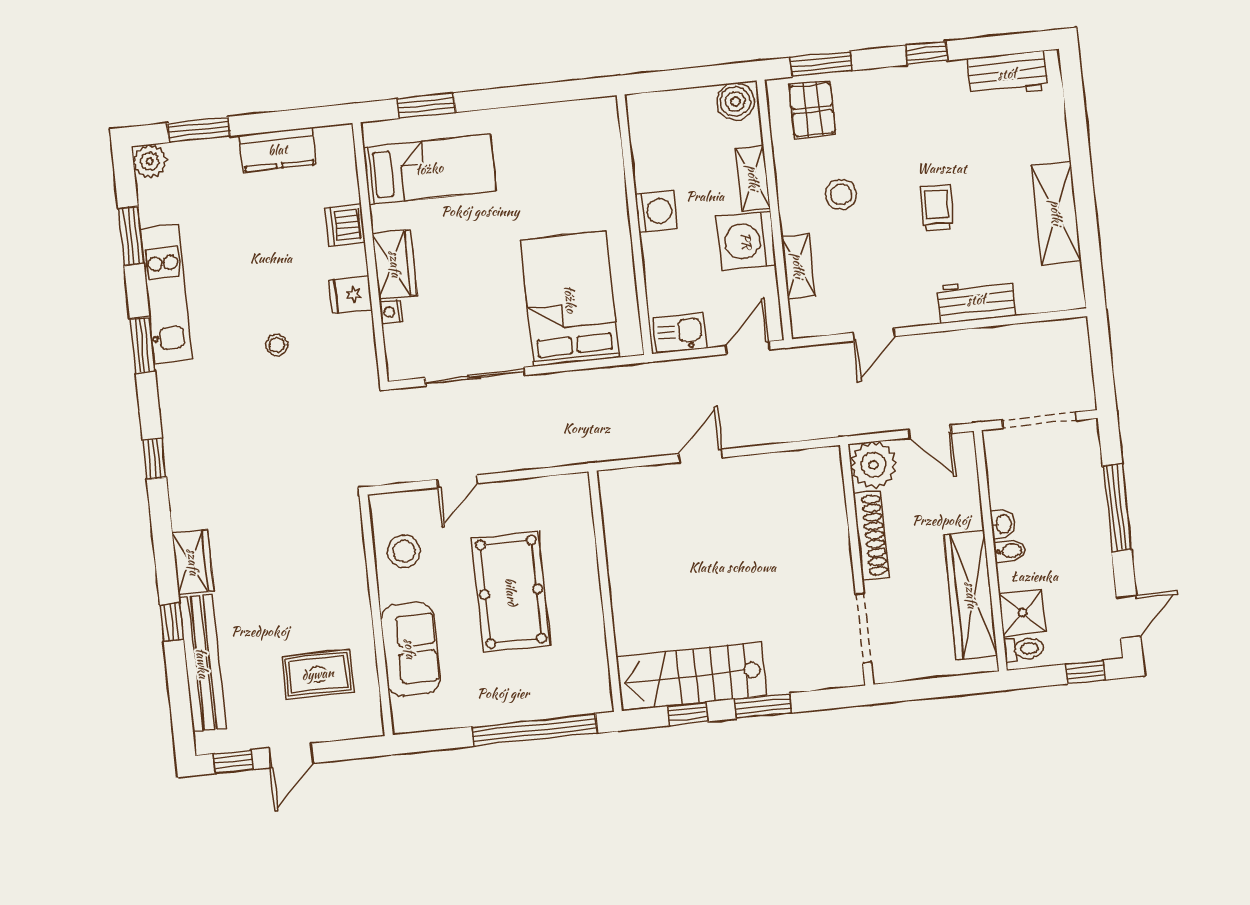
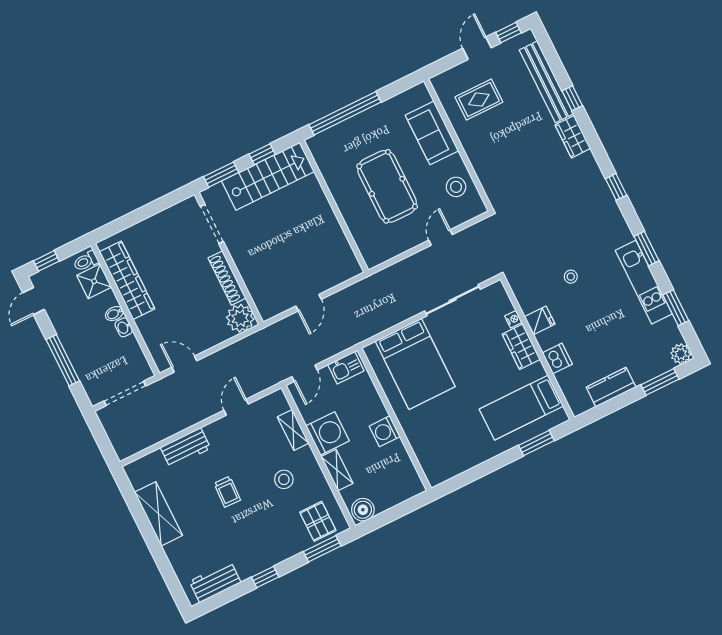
plant: (873, 465) -> (240, 318), moved
shoe rack: (871, 535) -> (227, 278), moved
wall: (857, 565) -> (229, 258), moved
doorway: (863, 628) -> (212, 224), moved

